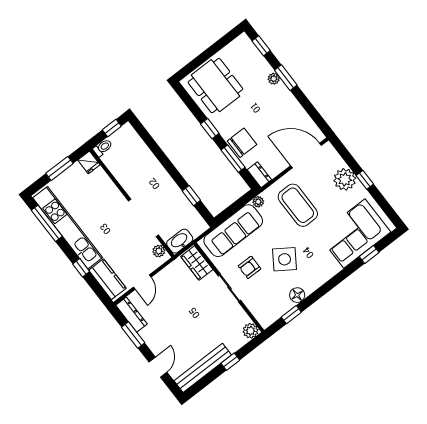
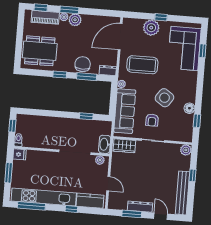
piano: (255, 60) -> (45, 17), added
plant: (281, 93) -> (75, 20), added
dresser: (131, 315) -> (140, 207), moved

